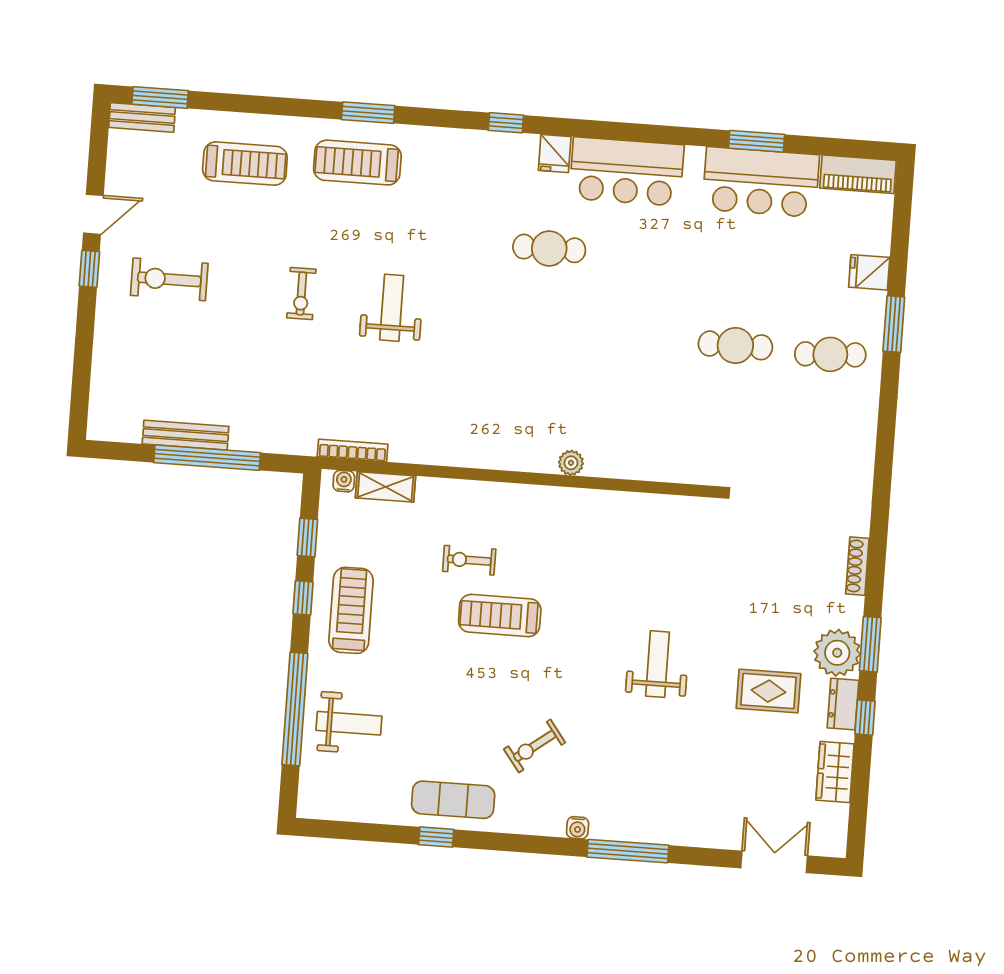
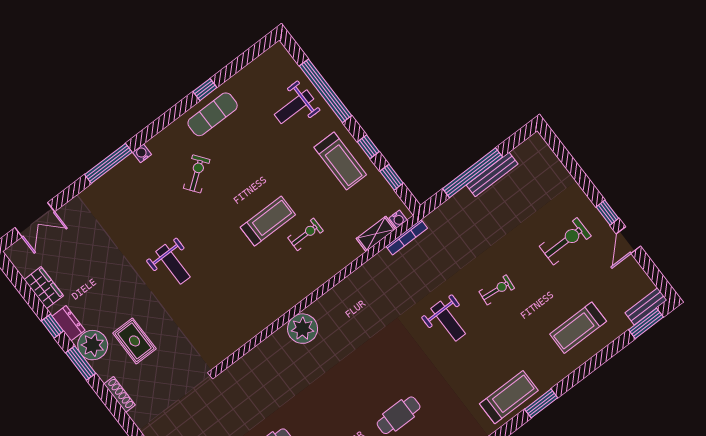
treadmill: (357, 163) -> (509, 397), moved
exercise bike: (301, 294) -> (497, 290), turned 96
plant: (571, 463) -> (303, 329), width x1.87, depth x1.87
rug: (768, 691) -> (134, 341), moved, turned 90

